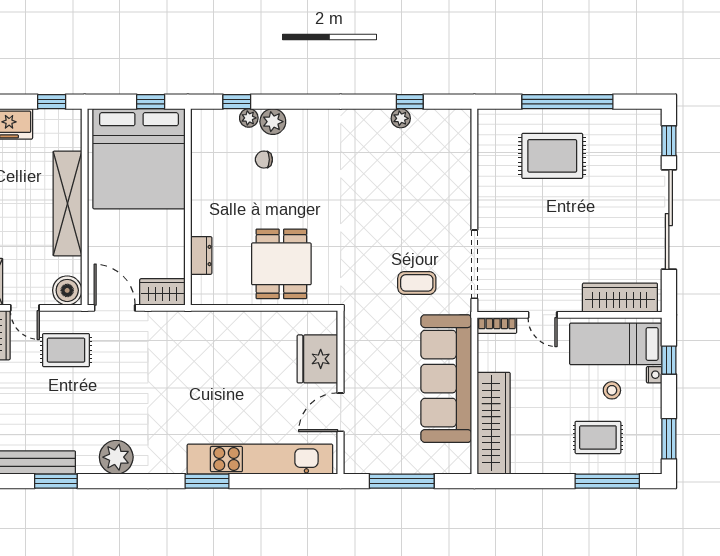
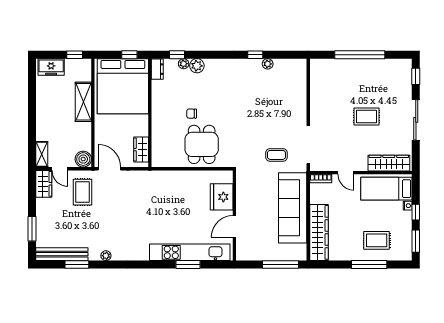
window: (410, 102) -> (255, 55), moved
rug: (552, 156) -> (367, 116), moved, width x0.73, depth x0.70
chair: (264, 160) -> (192, 114), moved
shelving: (67, 203) -> (83, 102), width x0.68
sliding door: (669, 220) -> (416, 120), width x0.73
dresser: (201, 255) -> (157, 69), moved
wardrobe: (162, 292) -> (141, 150), moved, turned -90
rug: (66, 350) -> (83, 192), turned 90
window: (669, 360) -> (416, 212), moved
stool: (612, 390) -> (384, 214), removed
plant: (116, 457) -> (106, 256), width x0.53, depth x0.53
window: (207, 481) -> (188, 264), moved
window: (402, 481) -> (281, 264), moved
window: (607, 481) -> (369, 264), moved

